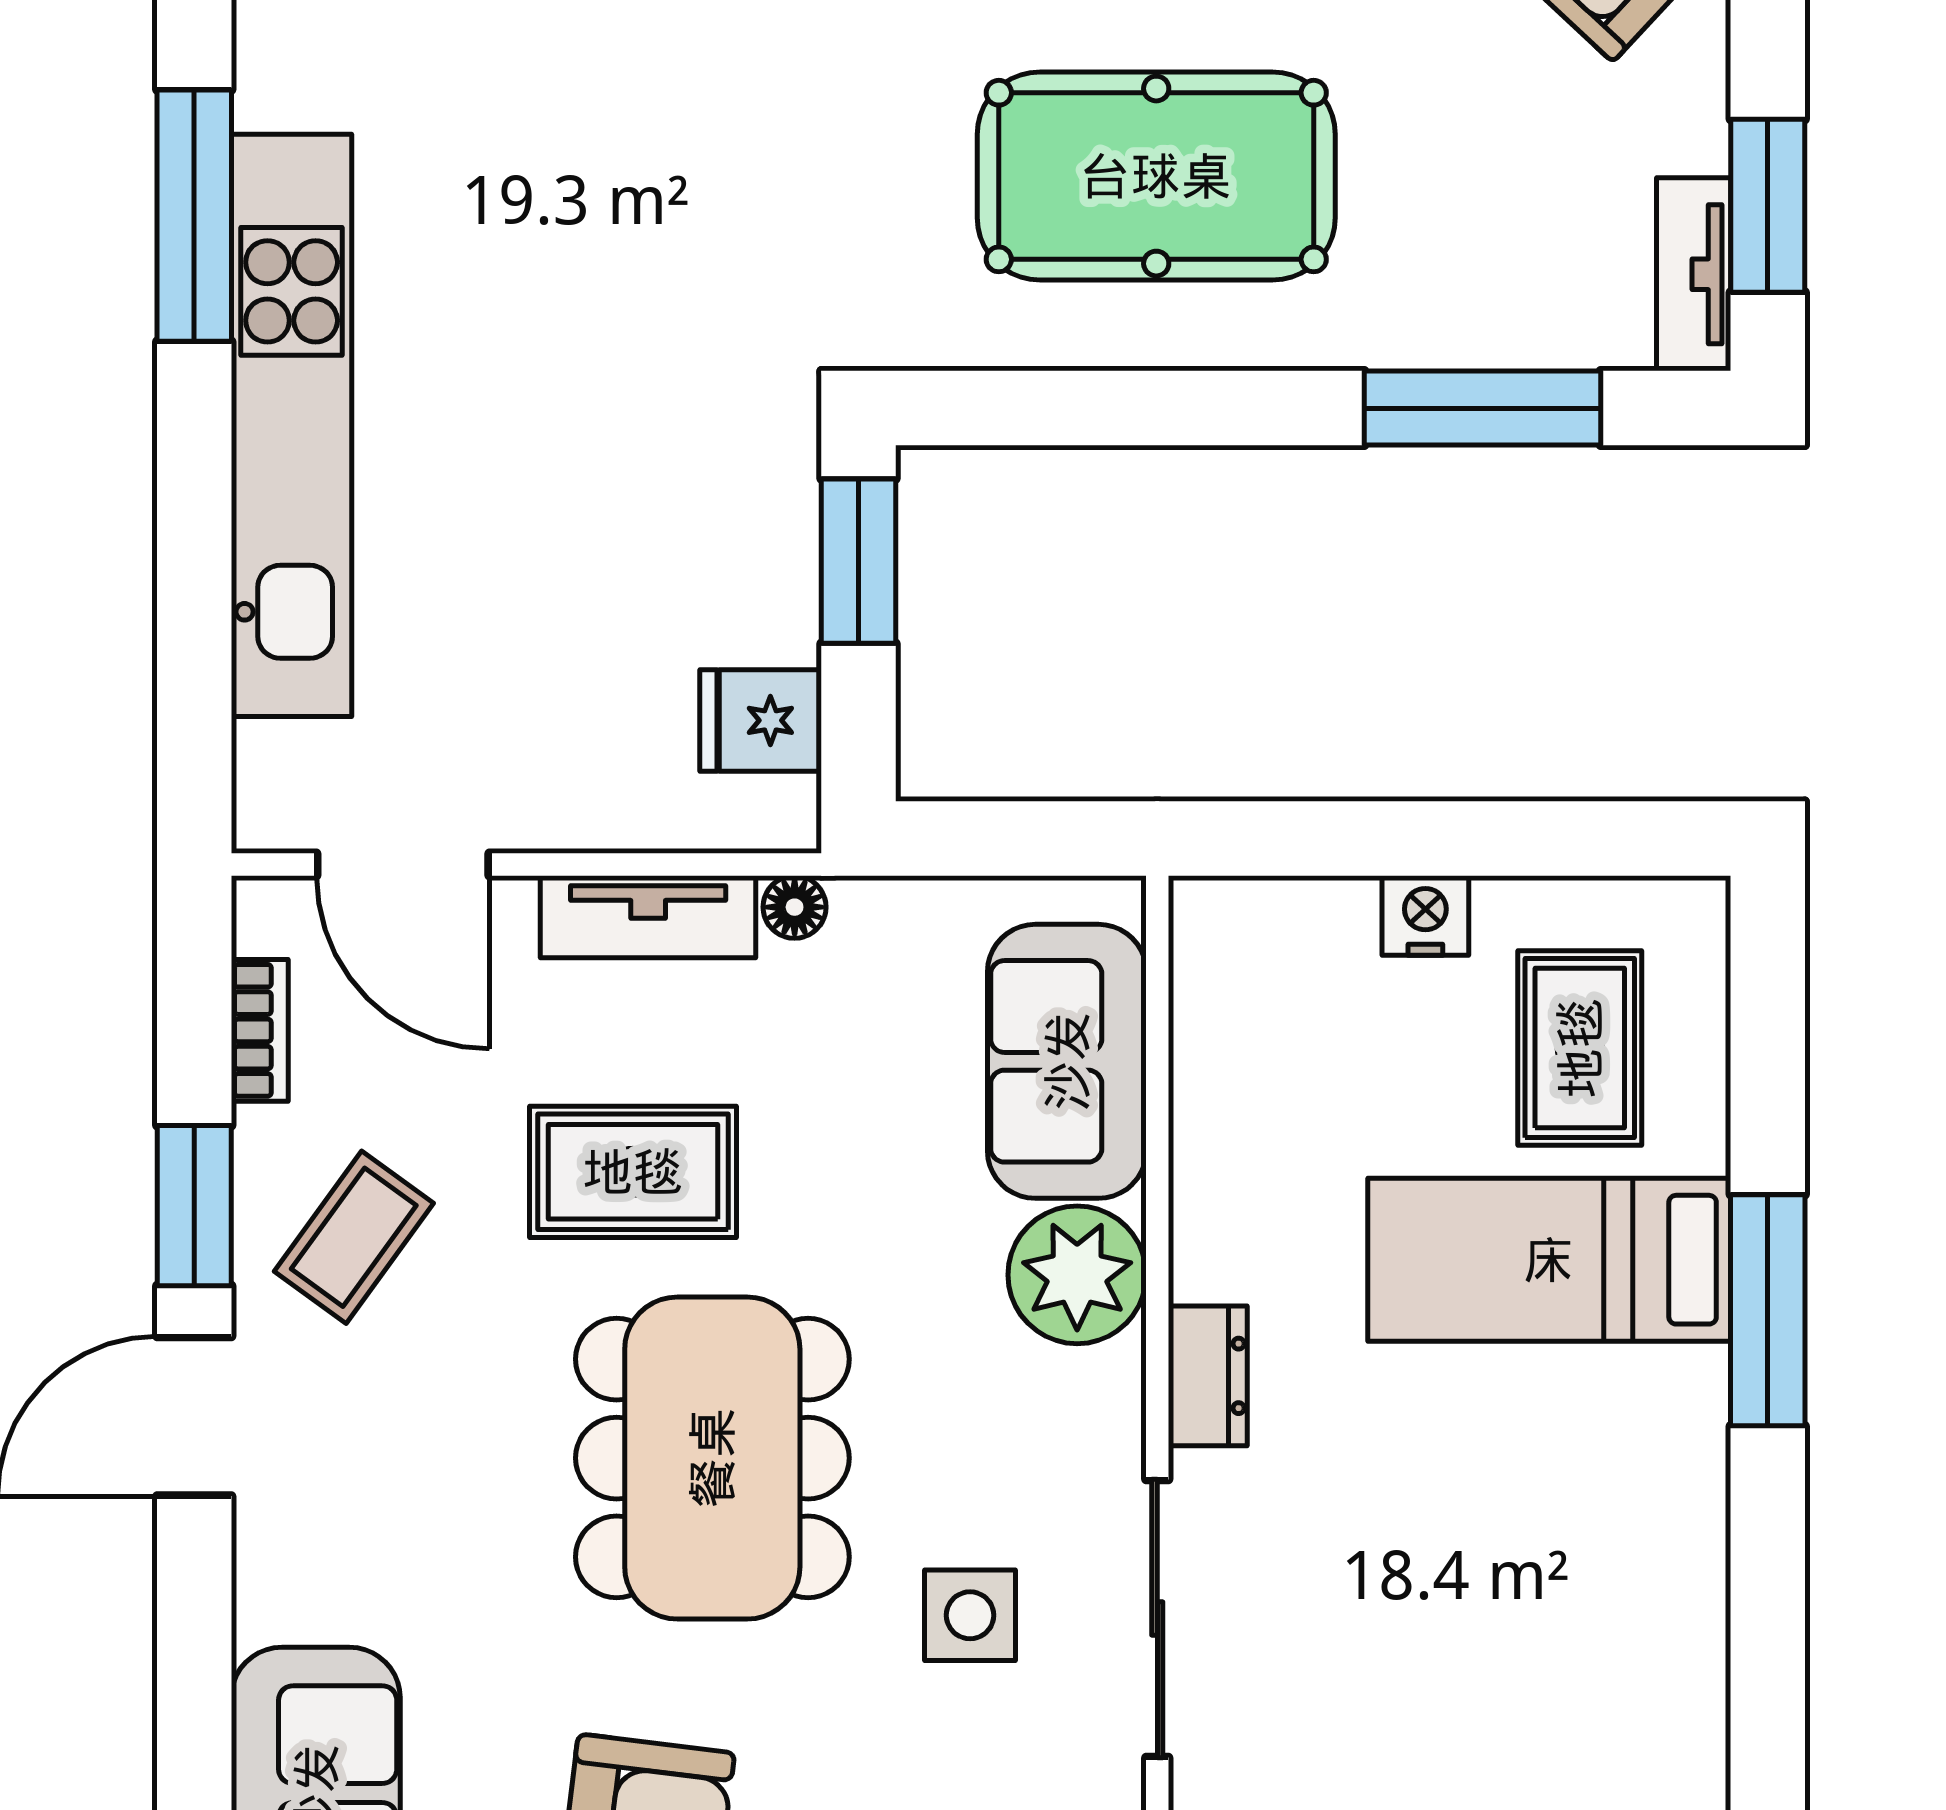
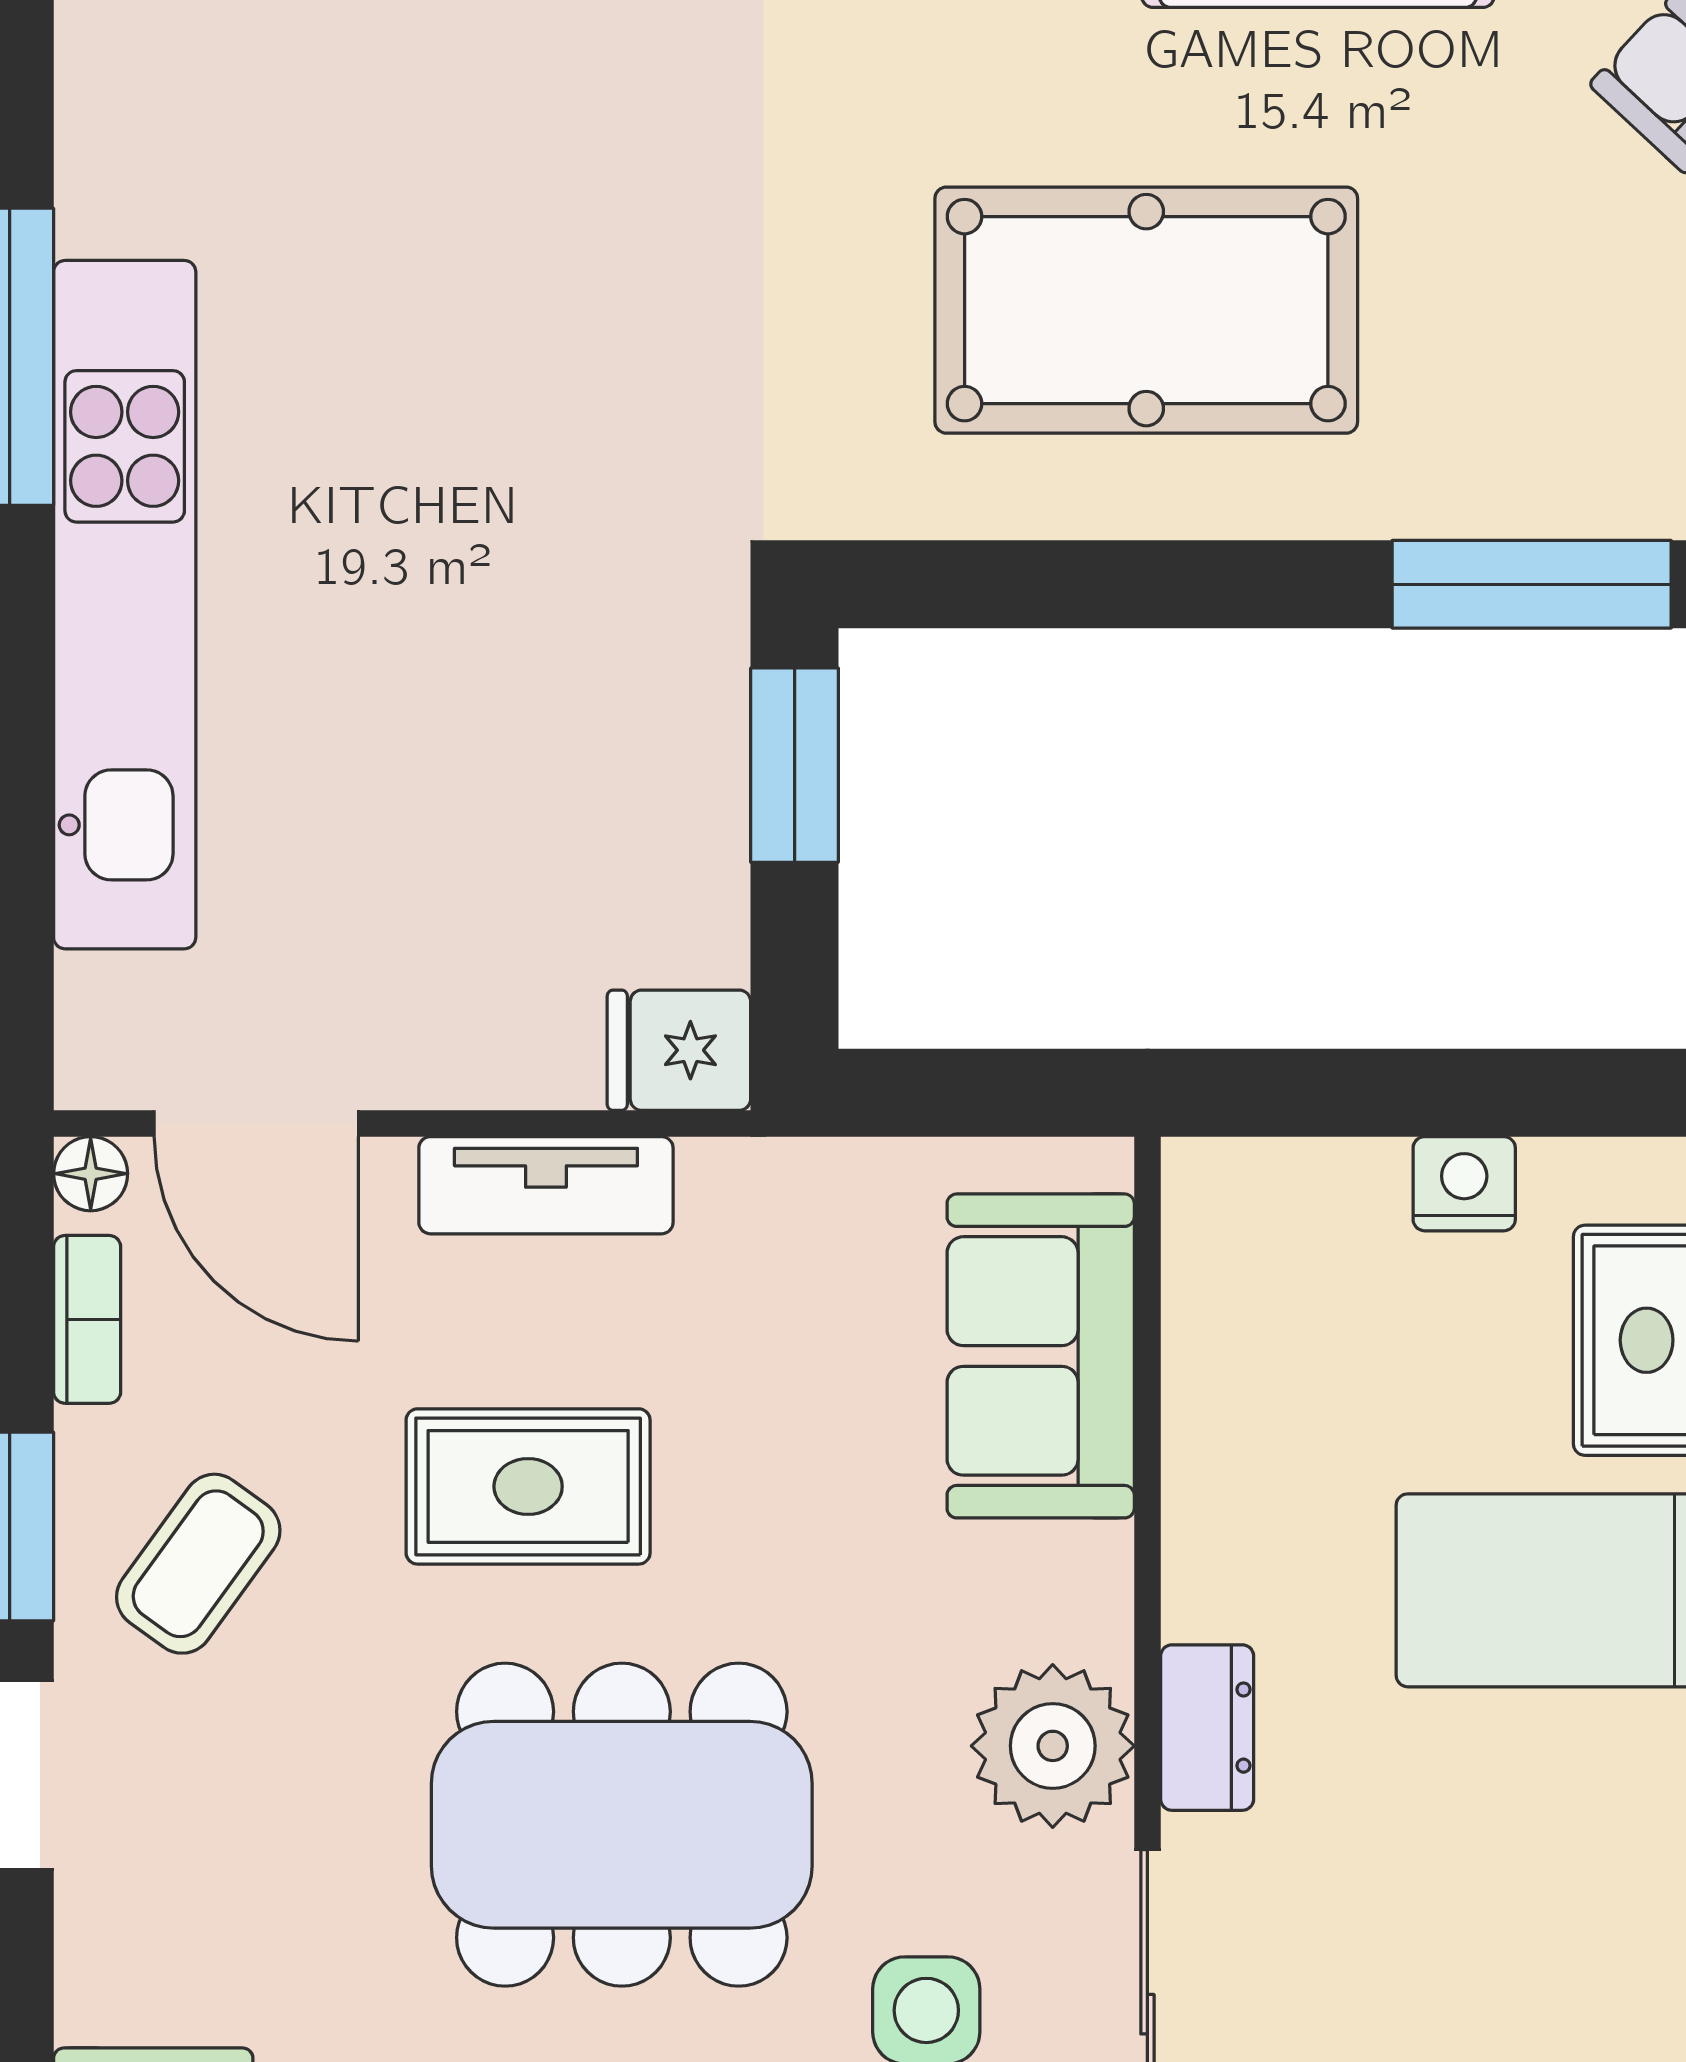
fridge: (761, 720) -> (679, 1050), moved
floor lamp: (795, 907) -> (91, 1174), moved
plant: (1077, 1275) -> (1053, 1746), moved
dining table: (712, 1458) -> (622, 1825), turned 90

